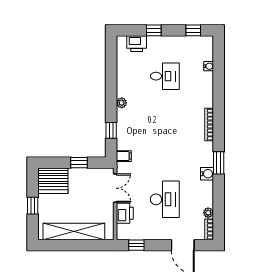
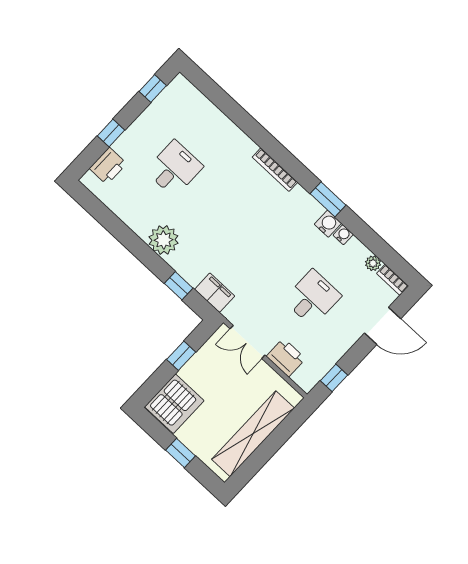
water cooler: (209, 66) -> (343, 235), moved
plant: (122, 103) -> (164, 240), width x1.88, depth x1.88
filing cabinet: (124, 156) -> (215, 293), width x2.00
double door: (115, 188) -> (248, 342), swing flipped
desk: (165, 199) -> (312, 298), width x0.73

